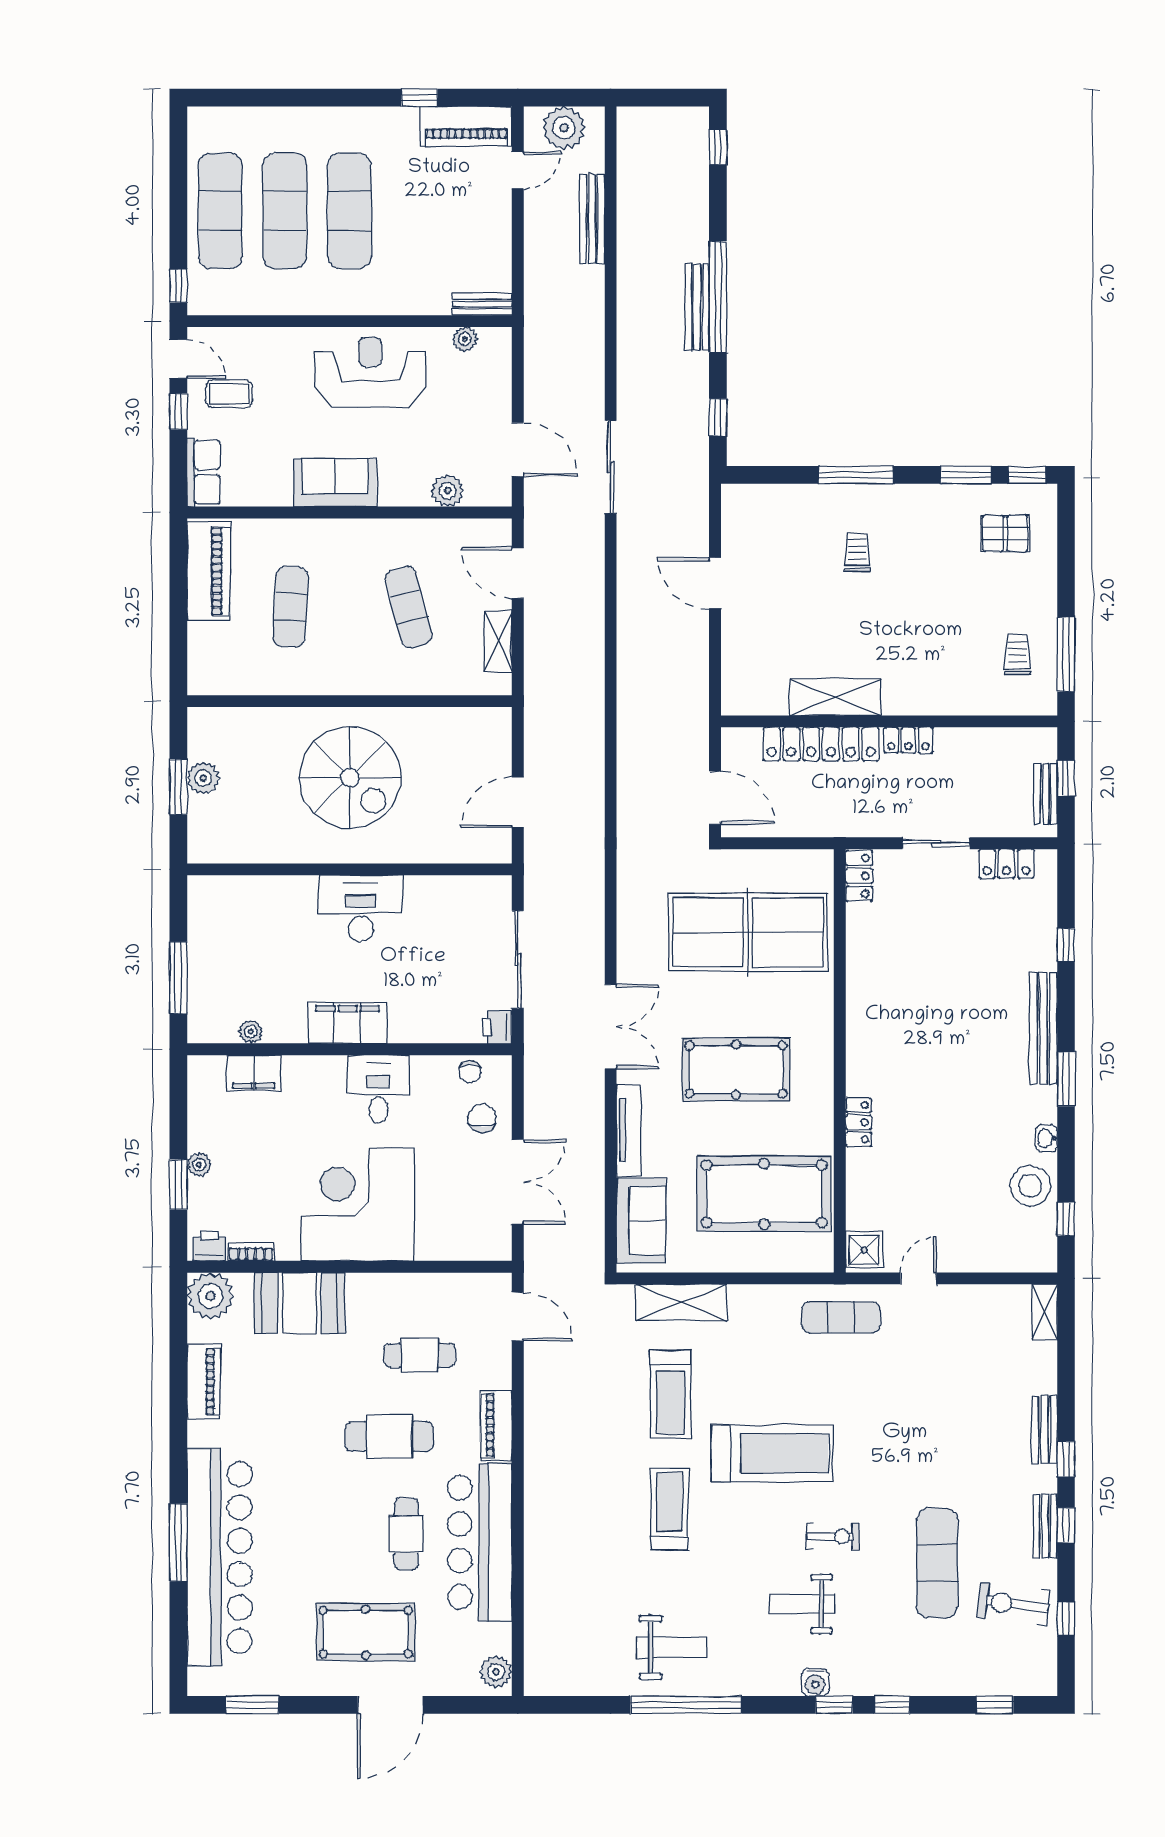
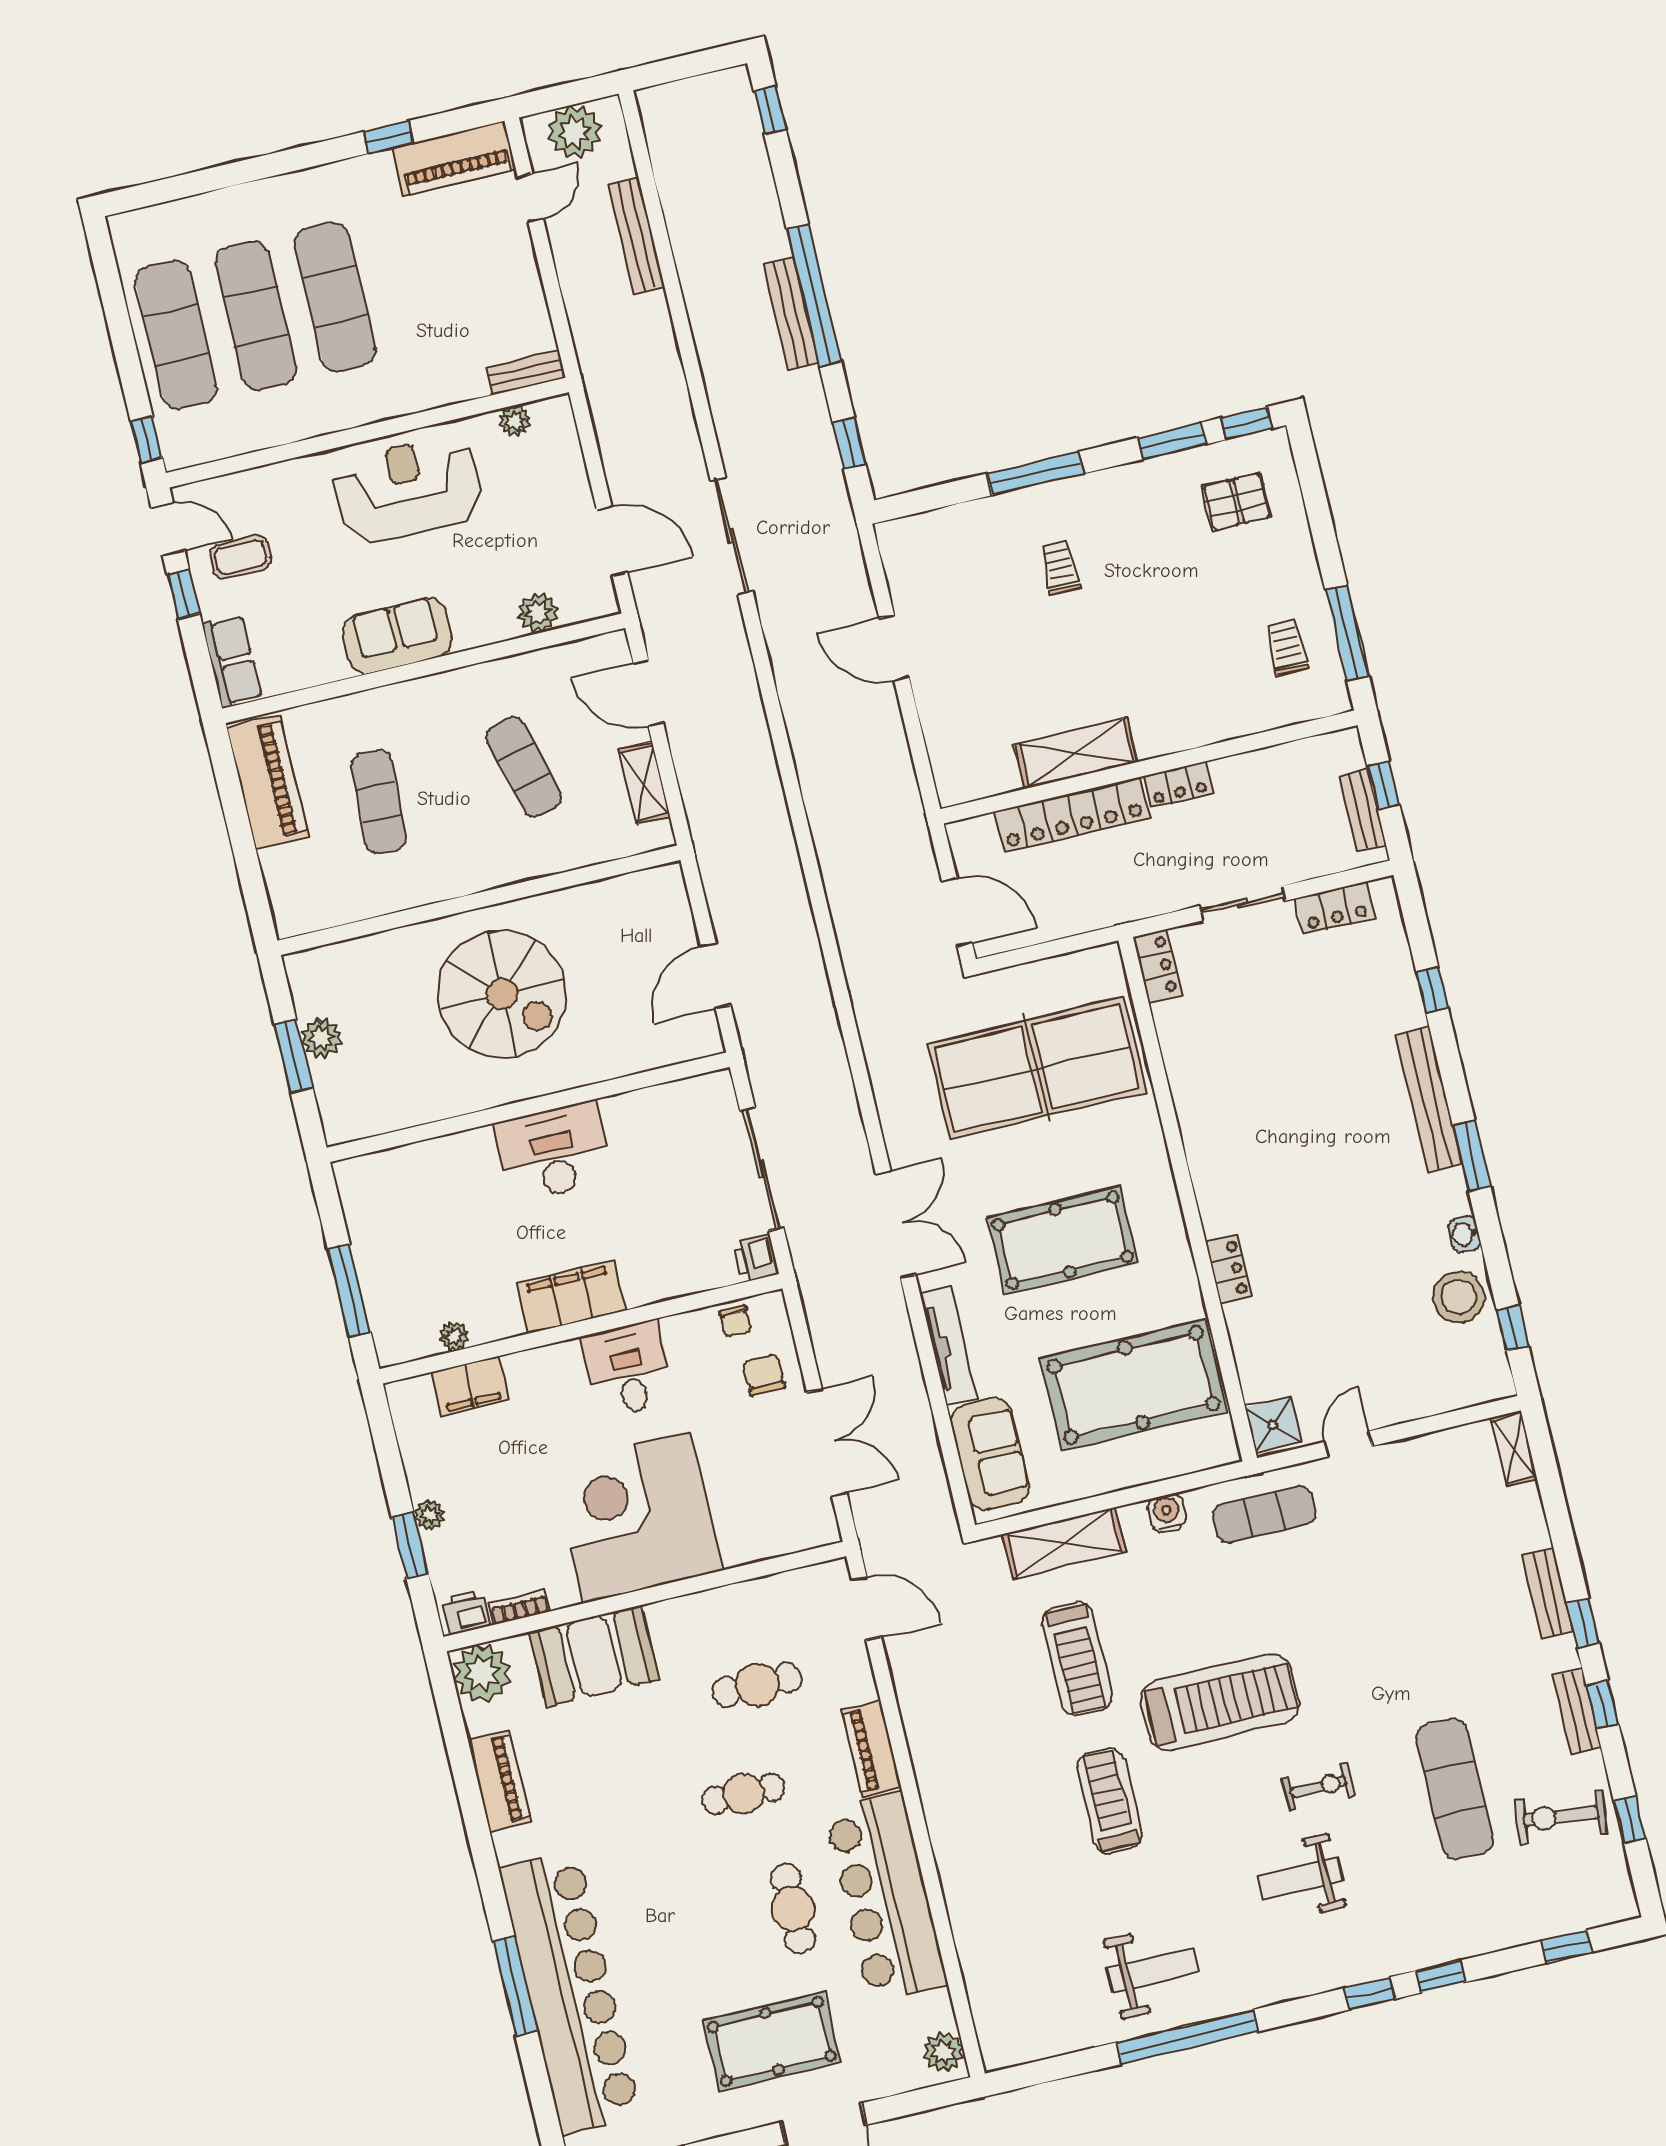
cafe table: (389, 1437) -> (744, 1794), width x0.73, depth x0.74
water cooler: (815, 1682) -> (1167, 1513), moved, turned 180

